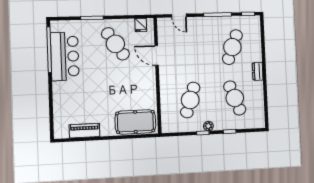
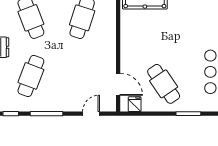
door: (179, 16) -> (91, 114), hinge flipped
door: (157, 55) -> (118, 84), moved

